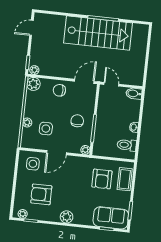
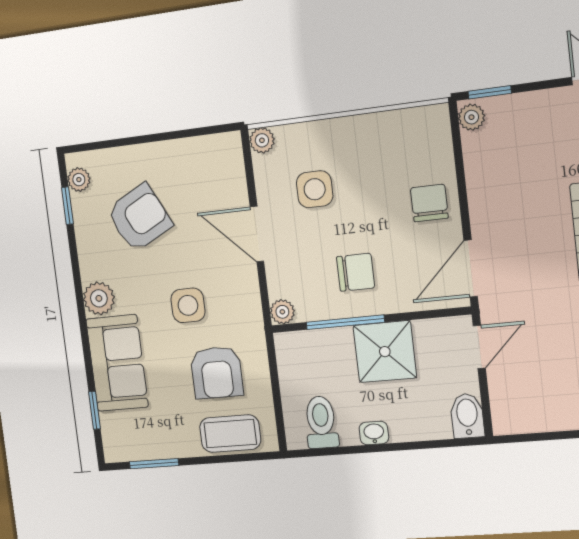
door: (84, 81) -> (471, 269), swing flipped
plant: (33, 84) -> (431, 124), removed
shower: (106, 117) -> (385, 352), added
plant: (27, 122) -> (262, 140), moved
side table: (33, 164) -> (188, 305), moved
armchair: (102, 179) -> (217, 373), turned -90
armchair: (41, 194) -> (139, 218), turned 63
sofa: (111, 218) -> (117, 363), moved

